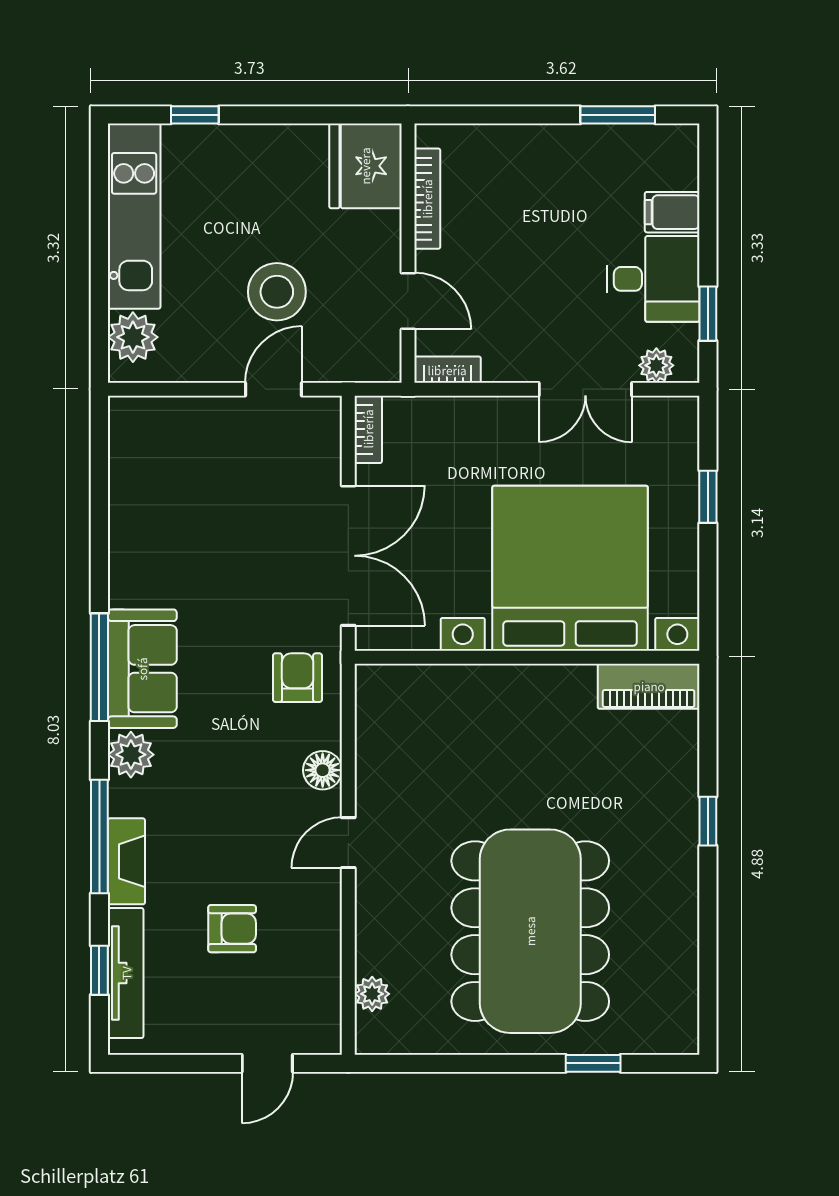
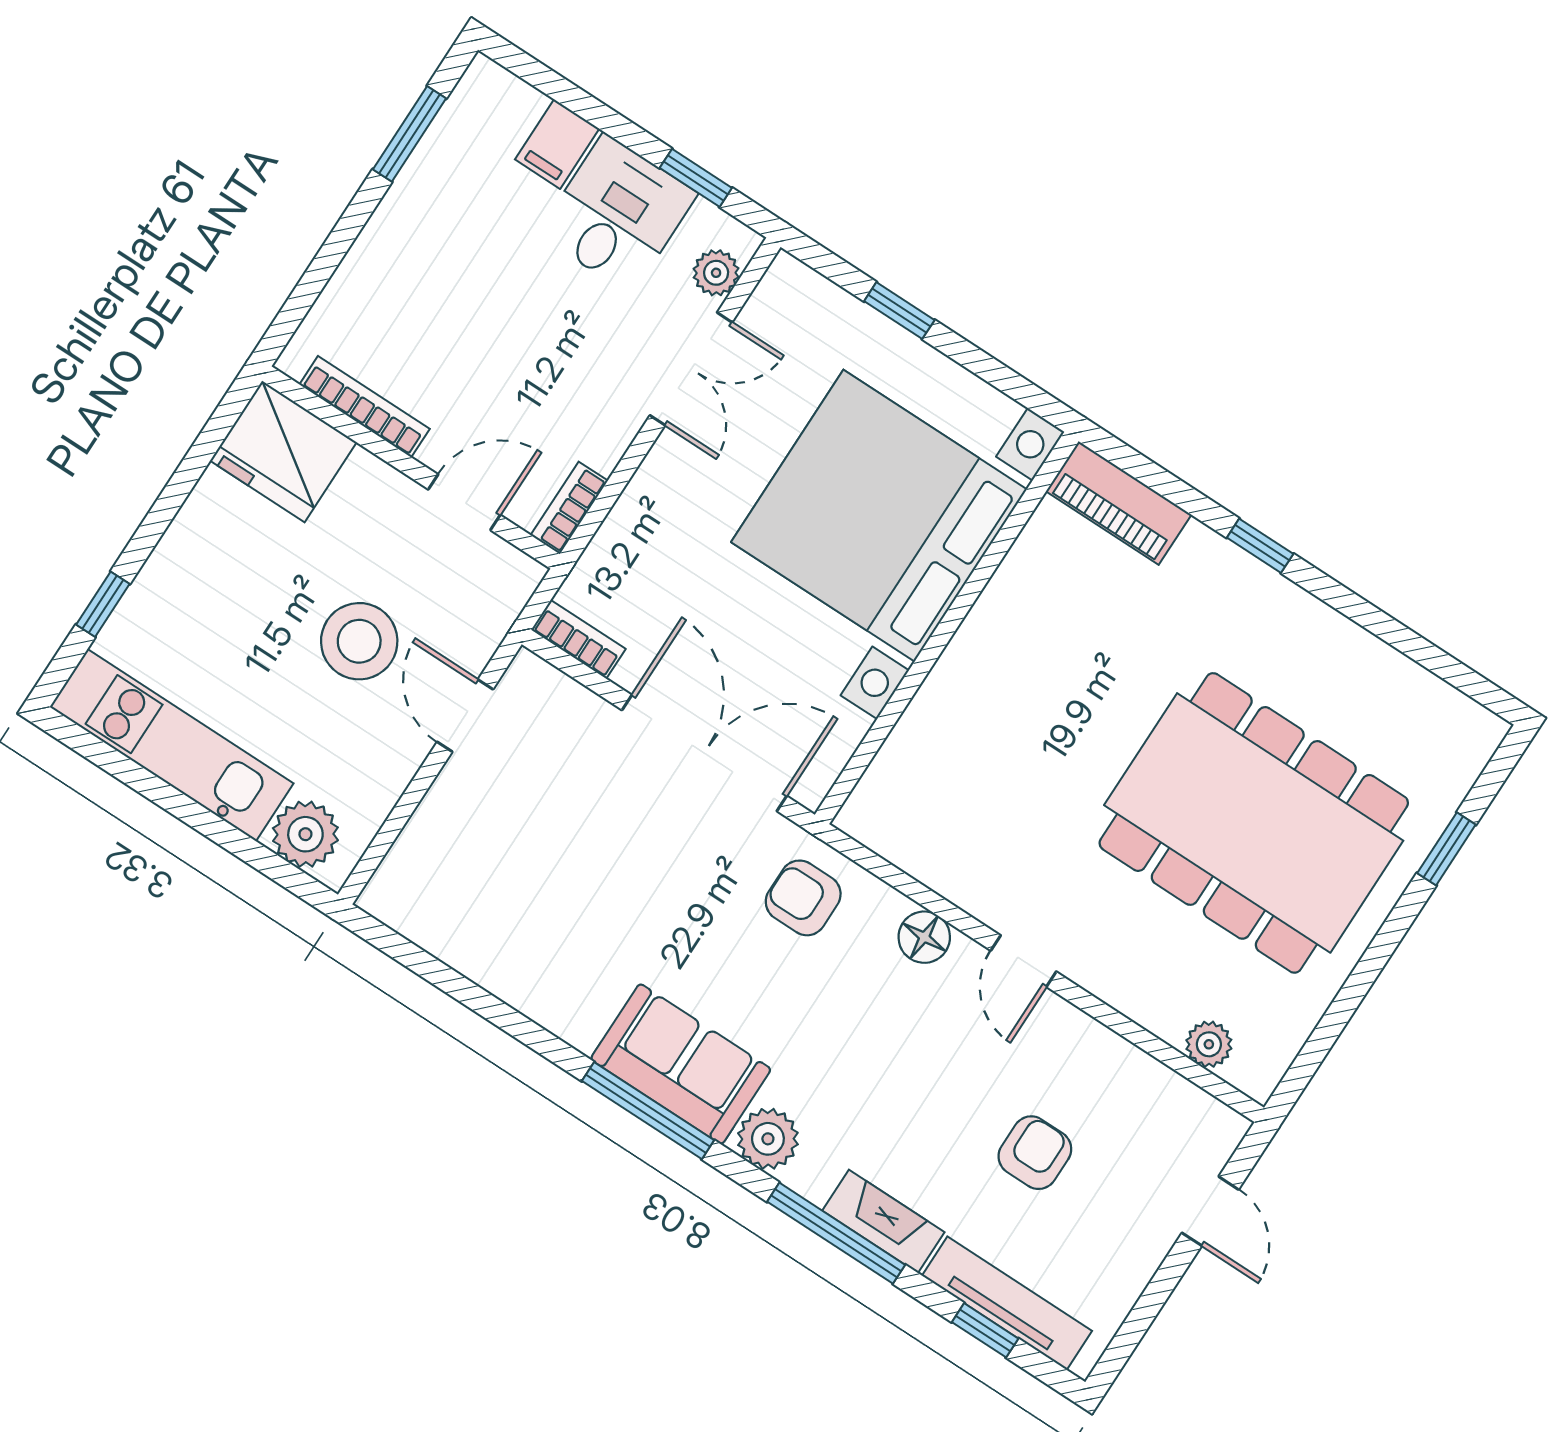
piano: (649, 686) -> (1119, 503), moved, turned 90

